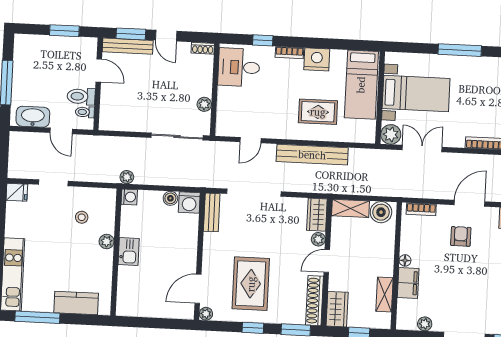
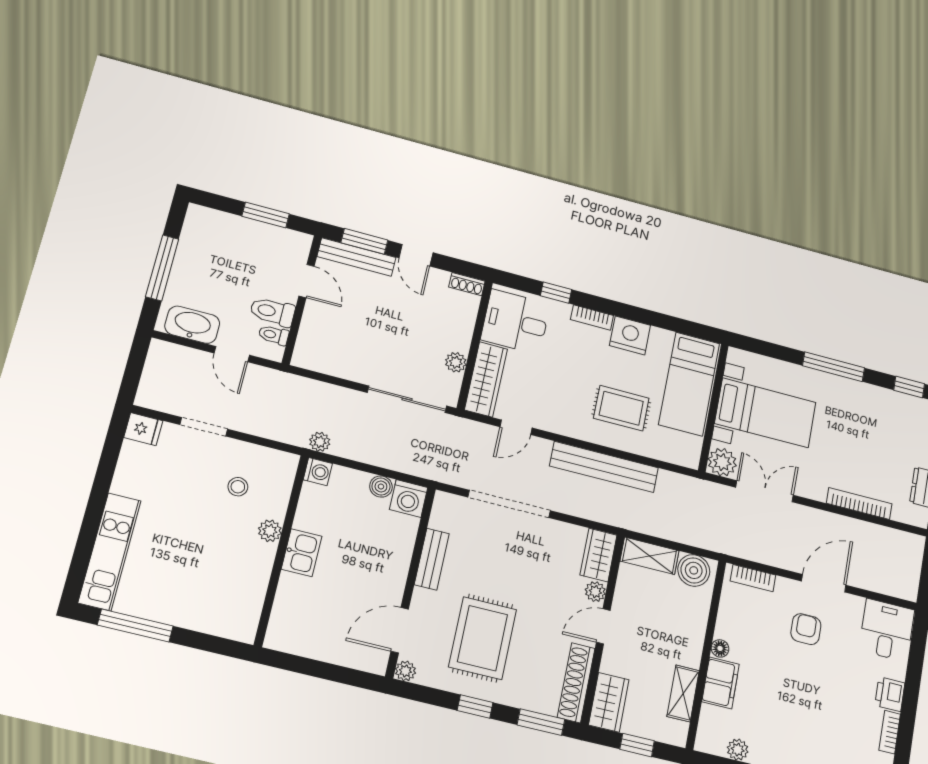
wardrobe: (226, 112) -> (486, 379), added
bench: (212, 212) -> (432, 559), moved
kitchen counter: (76, 303) -> (203, 615), removed

